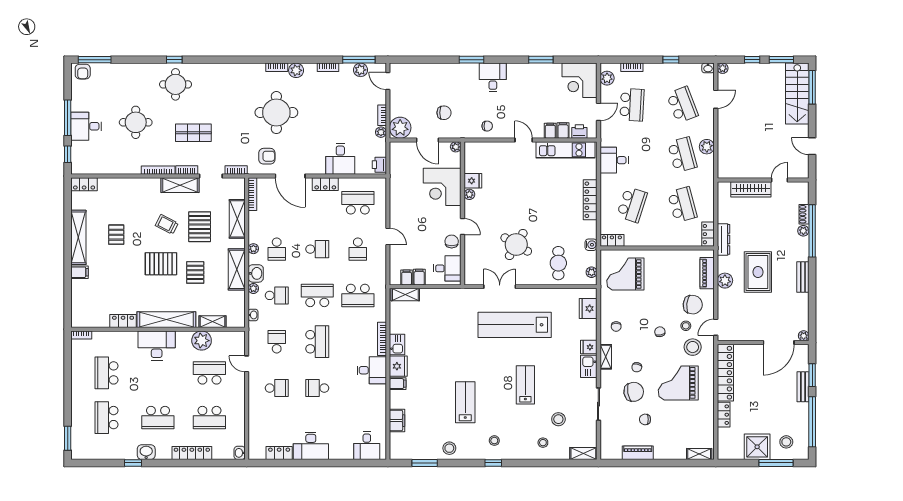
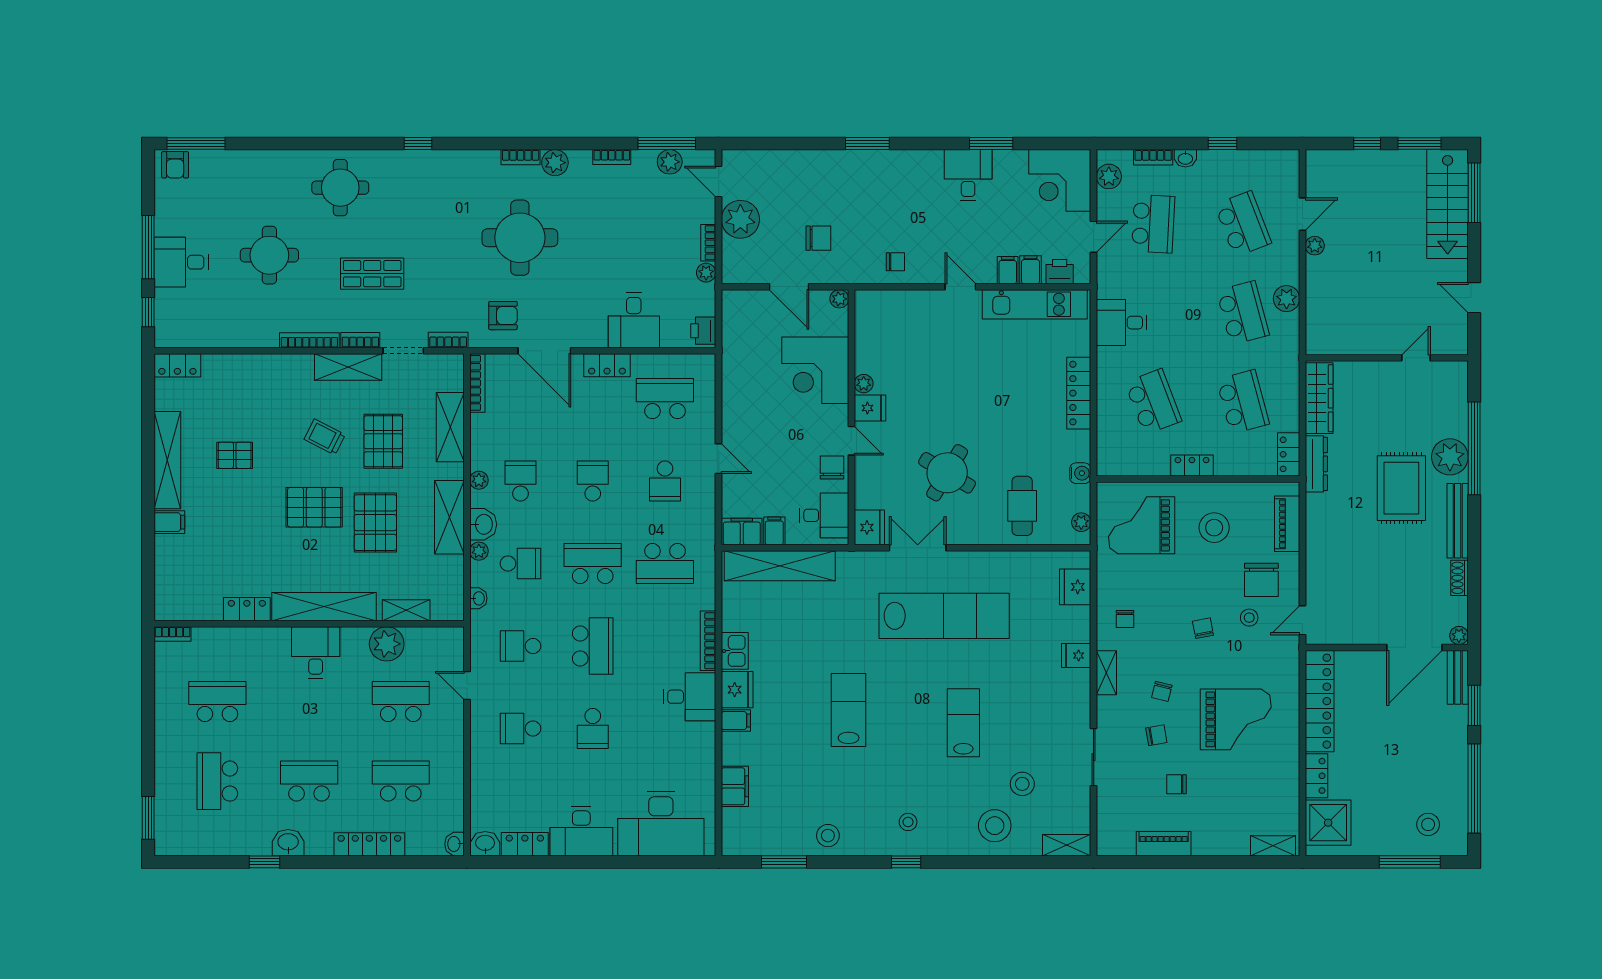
window: (174, 60) -> (418, 144), moved
washbasin: (708, 68) -> (1185, 158), moved
plant: (723, 68) -> (1315, 246), moved
desk: (493, 77) -> (968, 175), moved
plant: (400, 128) -> (740, 219), moved
fridge: (473, 181) -> (870, 408), moved
wardrobe: (751, 189) -> (1319, 398), moved, turned -90
school desk: (632, 205) -> (1153, 402), turned -39
shoe rack: (804, 214) -> (1460, 578), moved
plant: (803, 231) -> (1450, 457), width x1.87, depth x1.87
pallet: (116, 235) -> (235, 455), turned 90
locker: (612, 240) -> (1192, 465), moved
school desk: (277, 249) -> (520, 481), turned 180
school desk: (317, 249) -> (593, 481), turned -90
pallet: (195, 272) -> (375, 523), width x1.50, depth x1.42
rug: (758, 272) -> (1401, 488), moved
fridge: (473, 275) -> (869, 527), added
filing cabinet: (407, 277) -> (742, 532), width x2.00
bench: (803, 277) -> (1458, 521), width x1.36
plant: (725, 281) -> (1319, 537), removed
shelving: (405, 295) -> (780, 566), width x2.20, depth x1.33
chair: (693, 305) -> (1261, 580), turned 84
lab bench: (515, 325) -> (944, 616), turned 180
school desk: (277, 342) -> (520, 646), turned -90
desk: (157, 345) -> (316, 653), width x0.73
stool: (693, 347) -> (1214, 528), moved
kitchen sink: (589, 366) -> (1076, 690), removed
school desk: (107, 373) -> (217, 701), turned 90
grand piano: (678, 383) -> (1236, 719), turned 180
bench: (803, 387) -> (1458, 677), moved
school desk: (277, 388) -> (520, 728), turned 180
school desk: (317, 388) -> (593, 728), turned -90
chair: (634, 392) -> (1156, 735), width x0.54, depth x0.54
lab bench: (465, 402) -> (849, 710), moved
school desk: (158, 418) -> (309, 781), turned 180
school desk: (209, 418) -> (401, 781), turned 180
stool: (543, 443) -> (995, 826), width x1.89, depth x1.89
desk: (367, 446) -> (661, 824), width x1.87, depth x1.30
shower: (757, 447) -> (1328, 823), moved
washbasin: (257, 453) -> (485, 844), added

